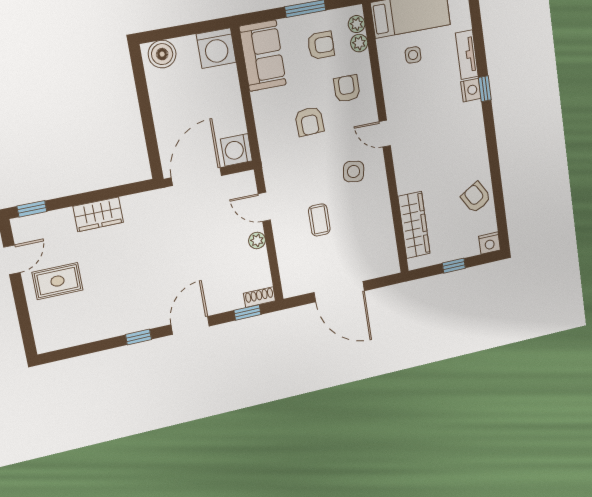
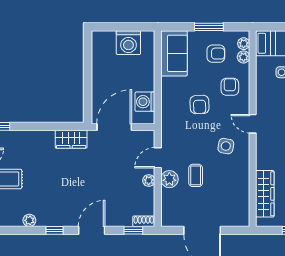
washing machine: (216, 48) -> (128, 43), moved
boiler: (162, 54) -> (105, 40), removed
washing machine: (236, 150) -> (145, 102), moved
door: (264, 207) -> (158, 158), hinge flipped
wardrobe: (98, 214) -> (71, 139), moved
plant: (285, 233) -> (169, 179), added
plant: (100, 331) -> (29, 220), added

